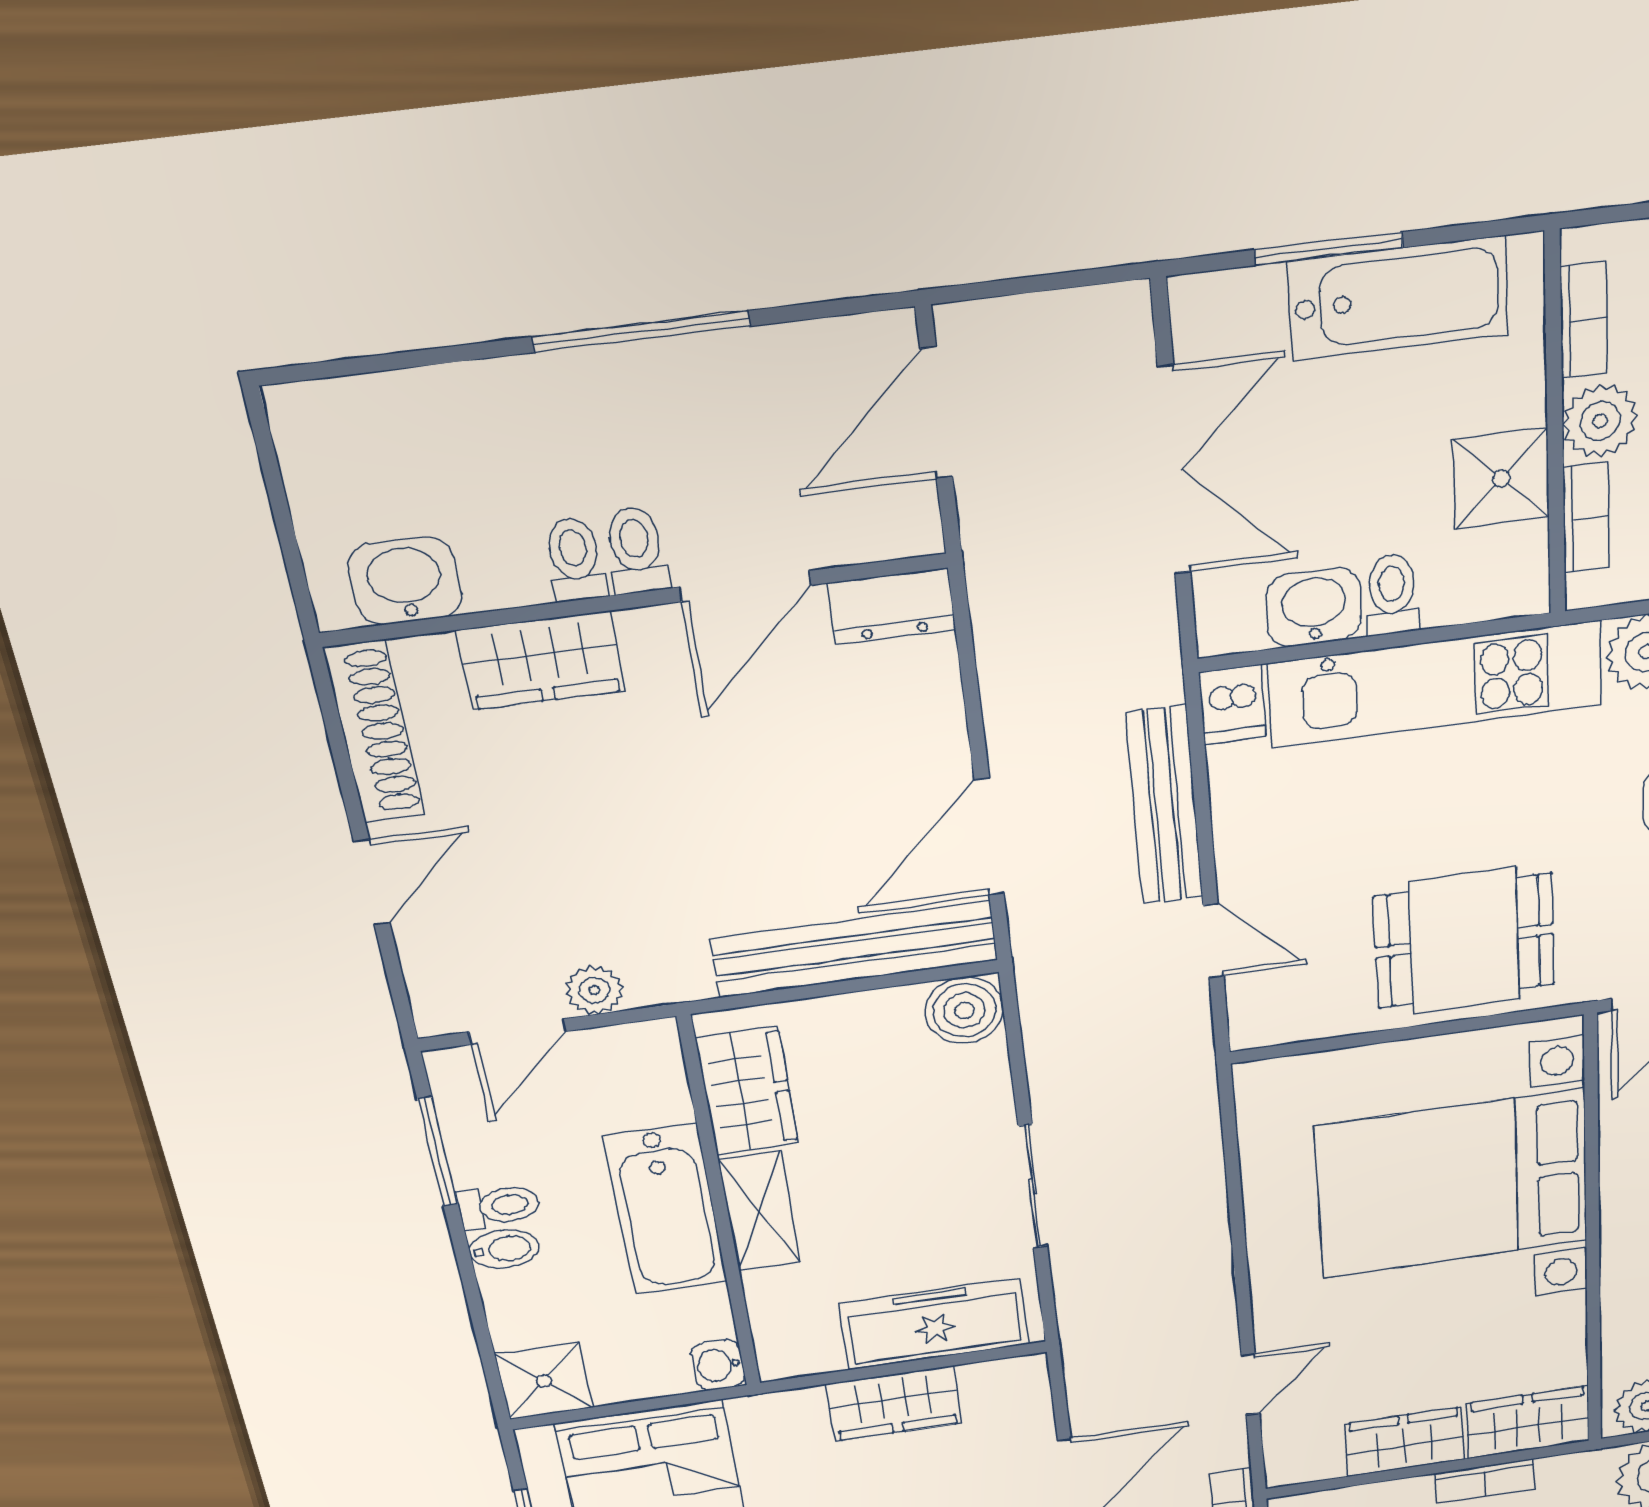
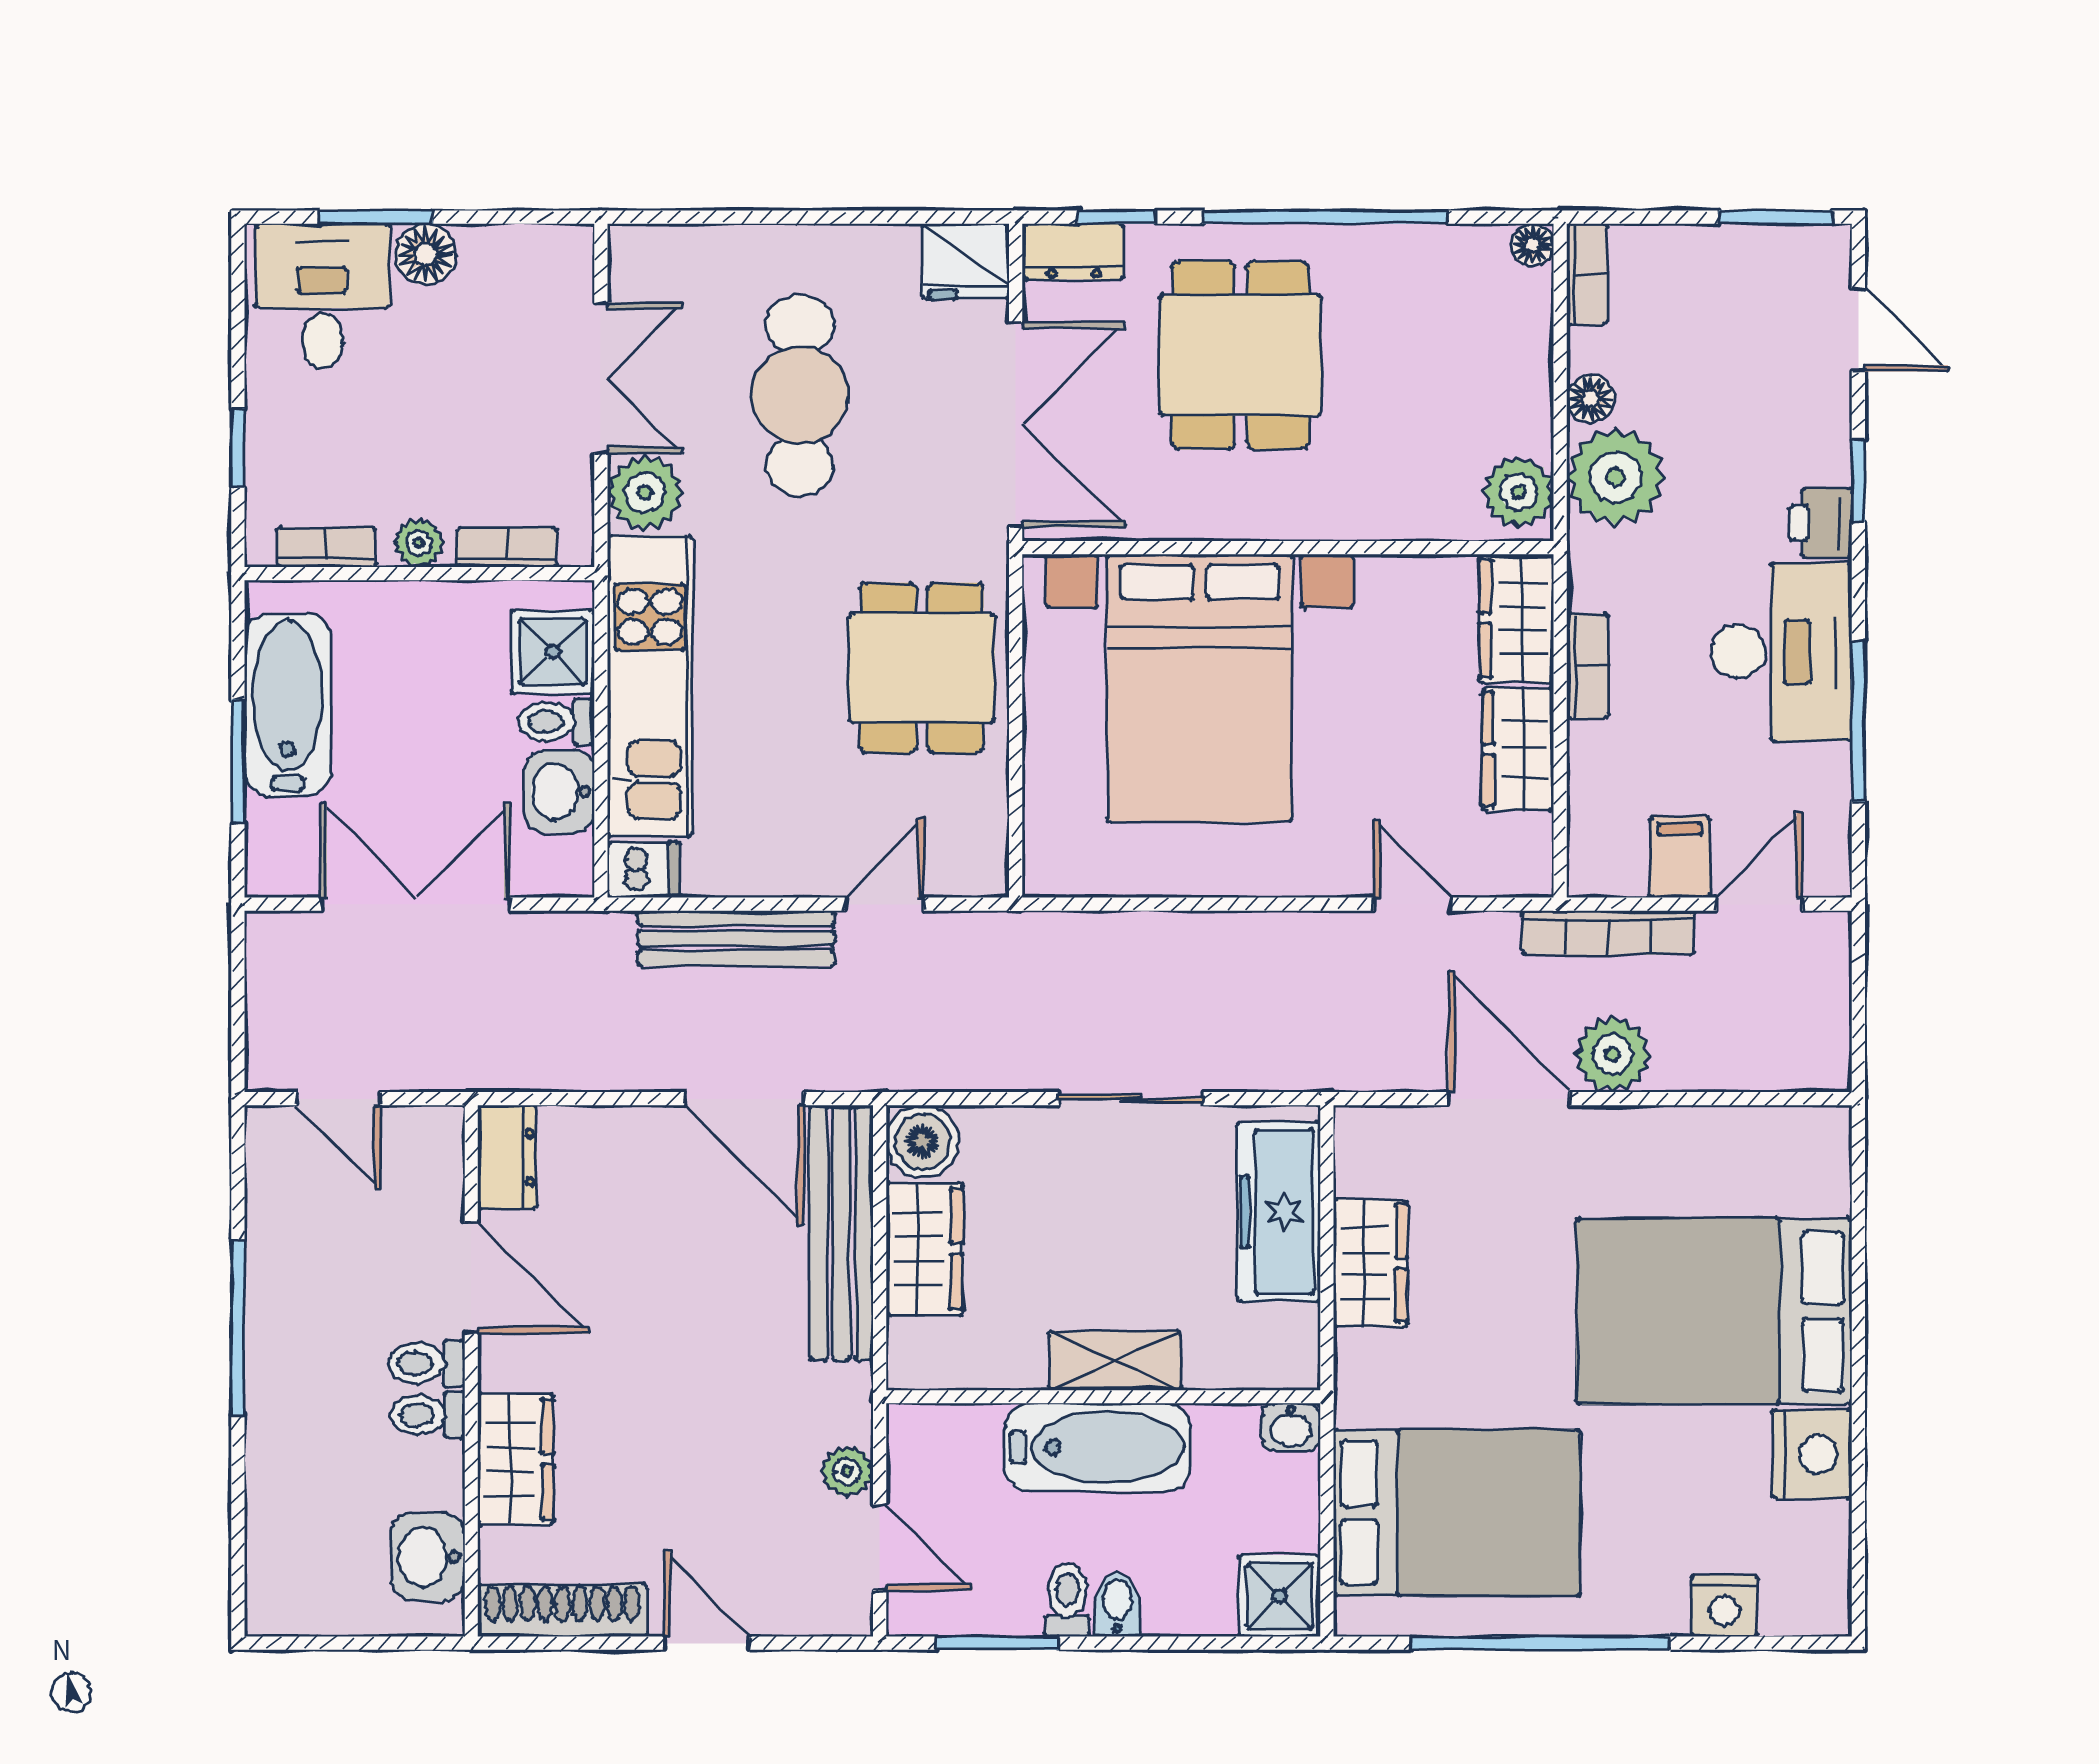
door: (936, 413) -> (338, 1099), width x0.73
plant: (1600, 421) -> (419, 543), width x0.73, depth x0.73
shower: (1501, 478) -> (553, 652), moved
wardrobe: (747, 1091) -> (924, 1249), moved, turned 90

